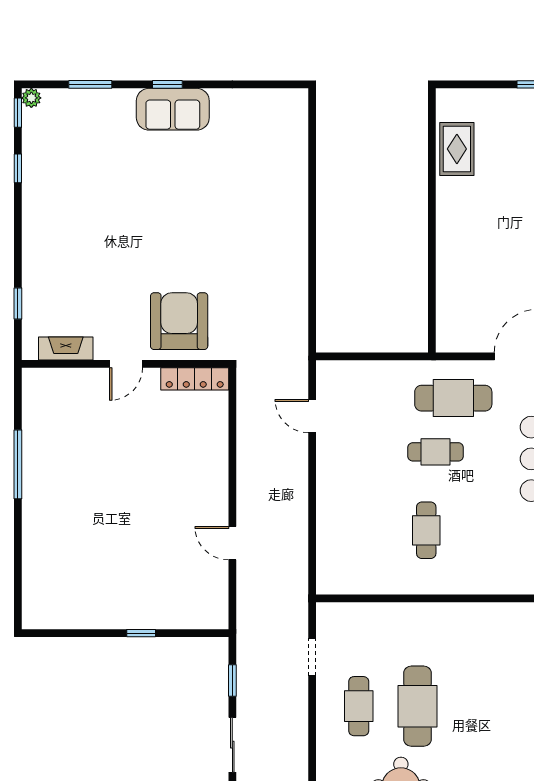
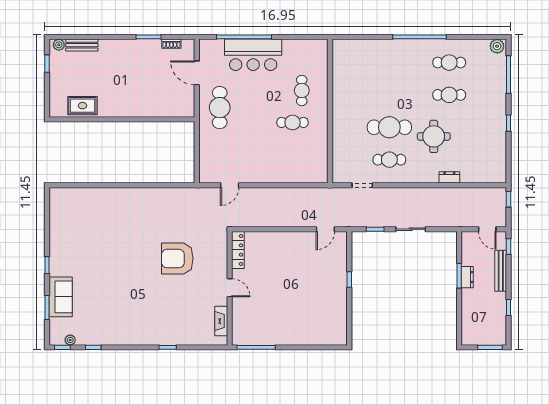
plant: (31, 98) -> (70, 340), moved
sofa: (173, 109) -> (61, 297), moved
fireplace: (66, 348) -> (221, 321), moved
wall: (125, 364) -> (230, 288), moved
door: (126, 364) -> (230, 288), moved
locker: (195, 379) -> (238, 250), moved
cafe table: (436, 452) -> (302, 91), moved
door: (232, 543) -> (325, 229), moved

